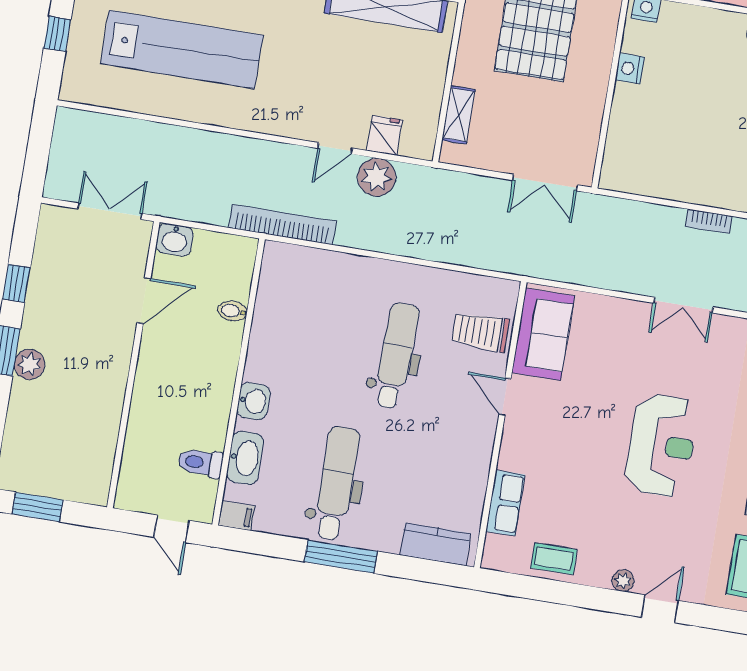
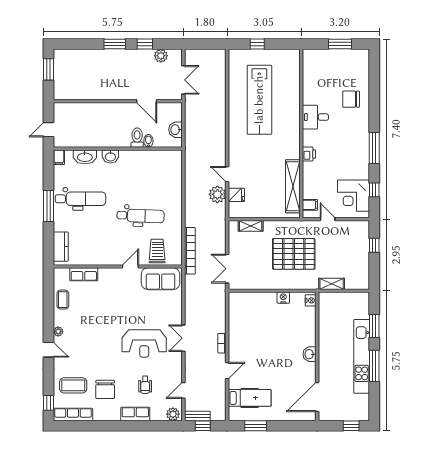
bookcase: (282, 225) -> (190, 251), moved
washbasin: (175, 240) -> (175, 130), moved
plant: (30, 364) -> (161, 56), moved
reception desk: (662, 445) -> (144, 343), moved
toilet: (200, 463) -> (137, 138), moved

